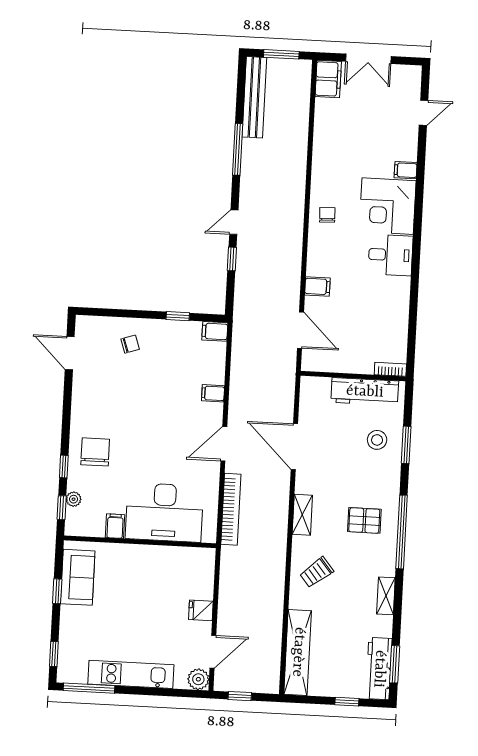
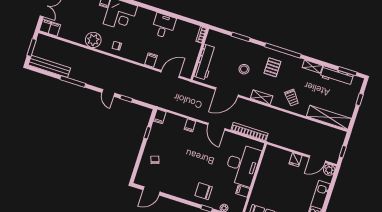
plant: (327, 167) -> (93, 40), added
desk: (391, 255) -> (164, 26), moved
workbench: (365, 392) -> (205, 62), moved
stool: (377, 440) -> (244, 69), moved
door: (213, 652) -> (317, 159), swing flipped
workbench: (379, 669) -> (337, 76), moved

